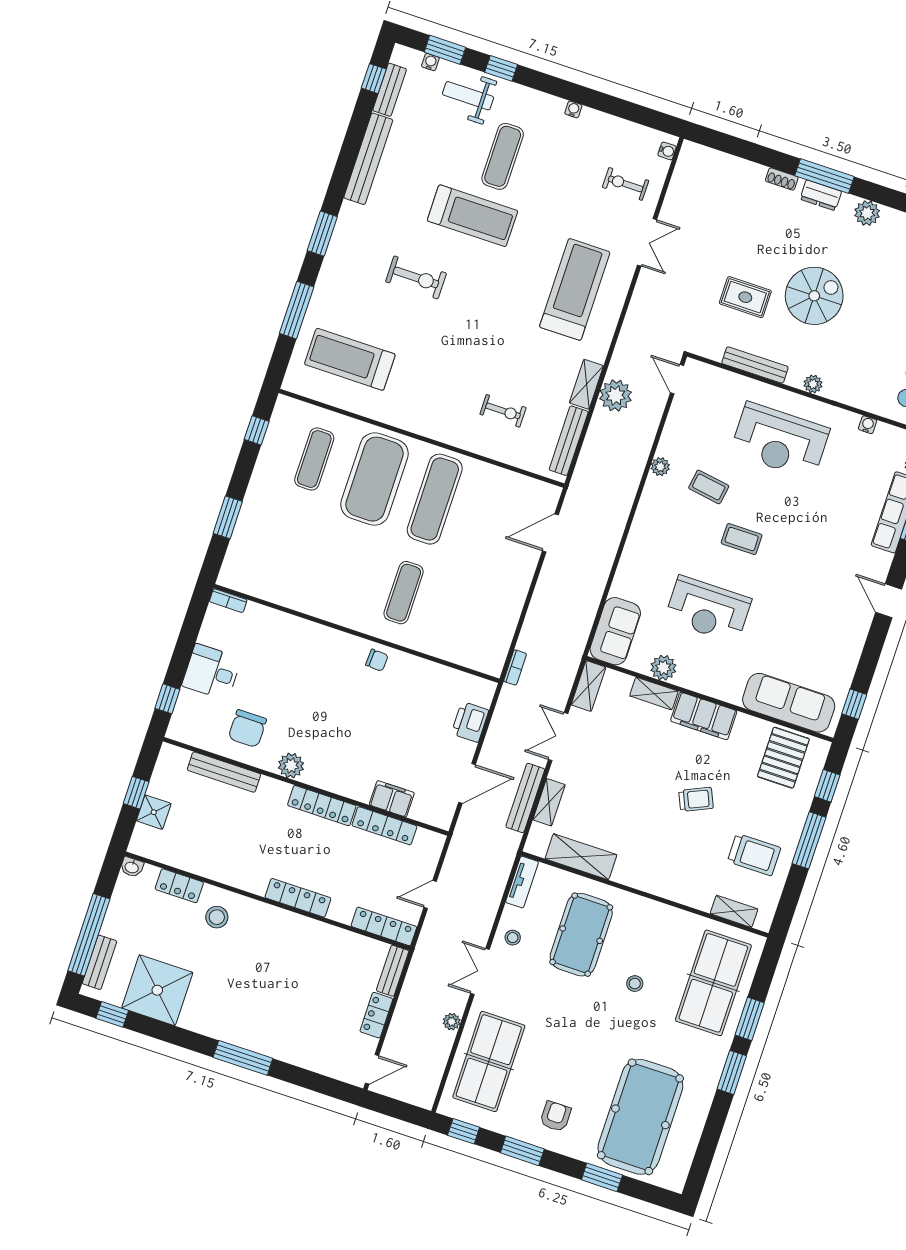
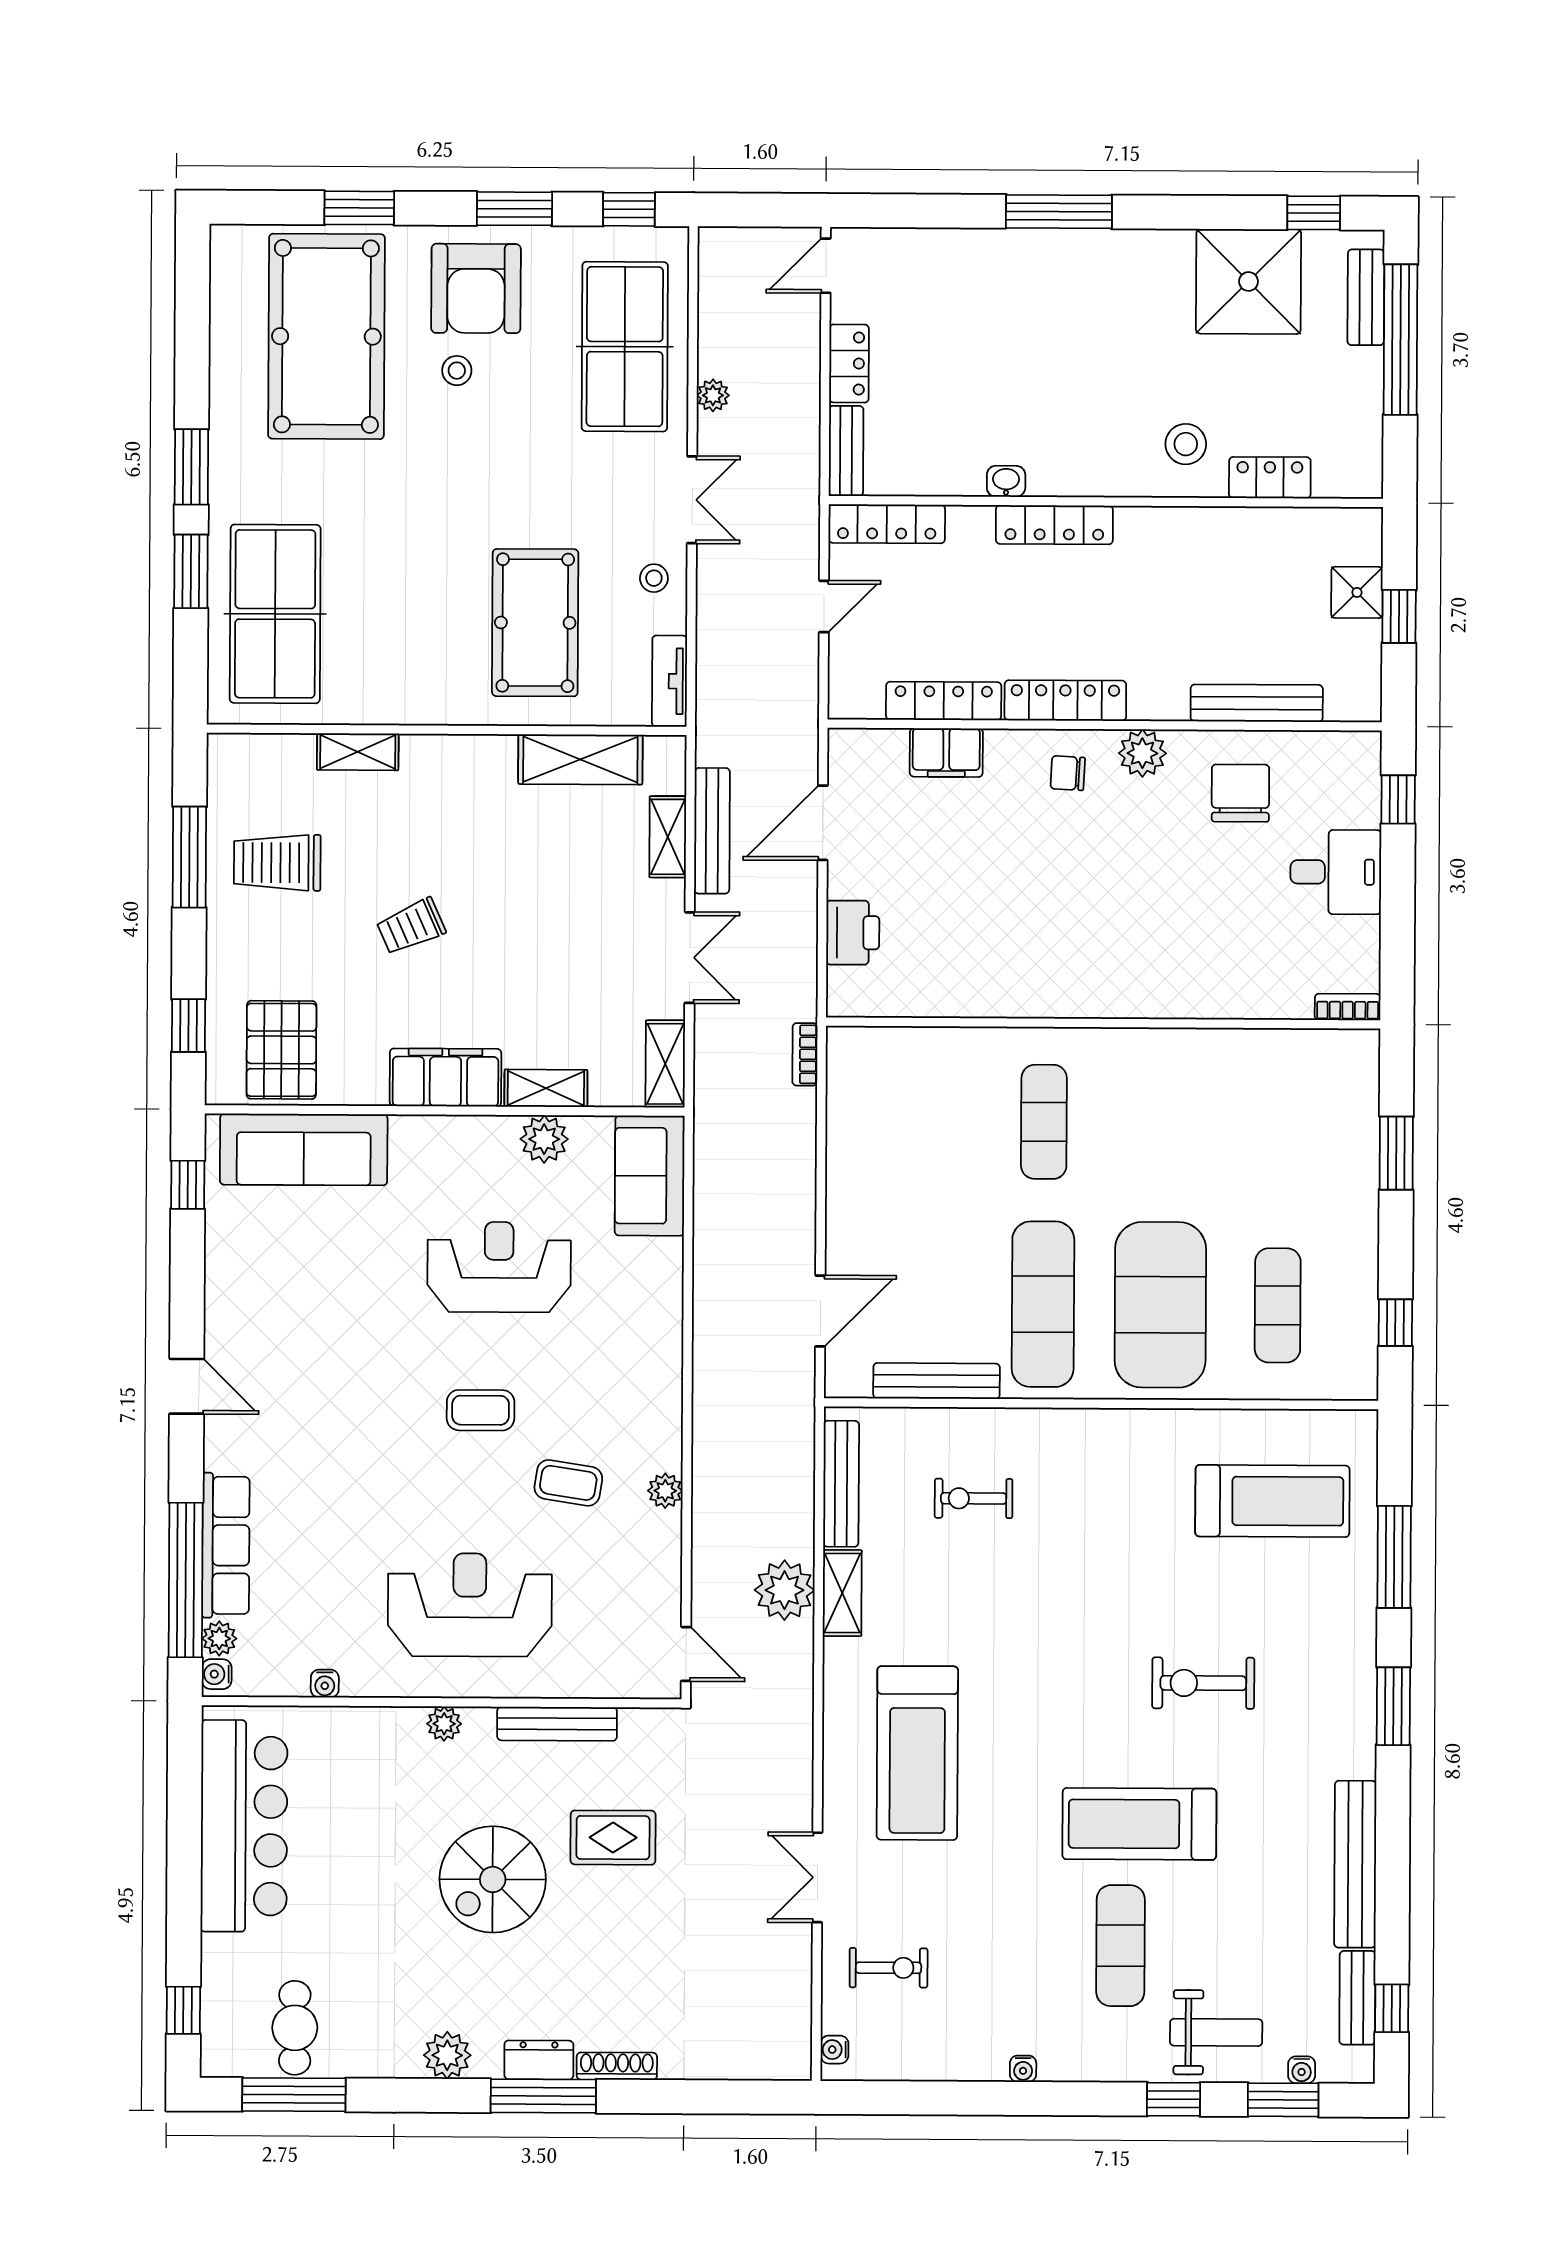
shoe rack: (782, 179) -> (617, 2066), width x1.43
bench: (502, 477) -> (937, 1381), added
chair: (377, 660) -> (1068, 773), moved
window: (809, 840) -> (189, 857), moved
washbasin: (132, 867) -> (1006, 481), moved
shelving: (734, 911) -> (358, 752), moved
stool: (635, 984) -> (457, 371), moved
armchair: (555, 1116) -> (476, 288), width x1.88, depth x1.88

